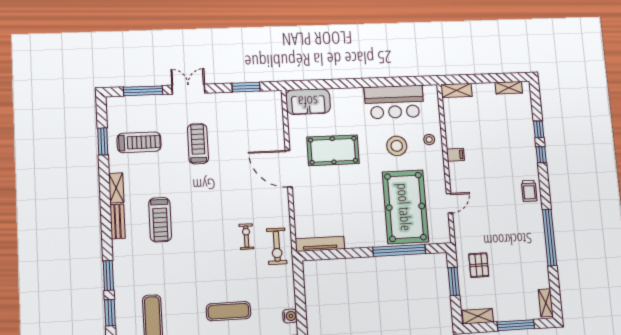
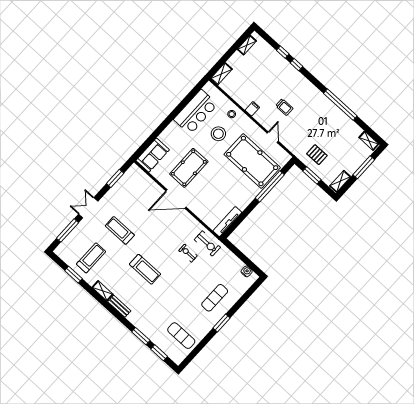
trolley: (529, 191) -> (284, 107), moved
treadmill: (160, 220) -> (145, 269), moved

